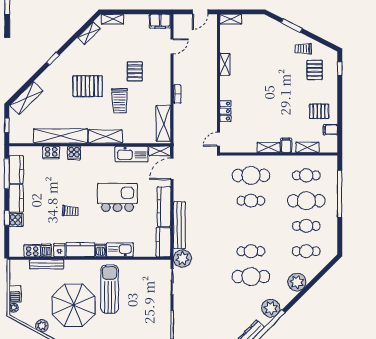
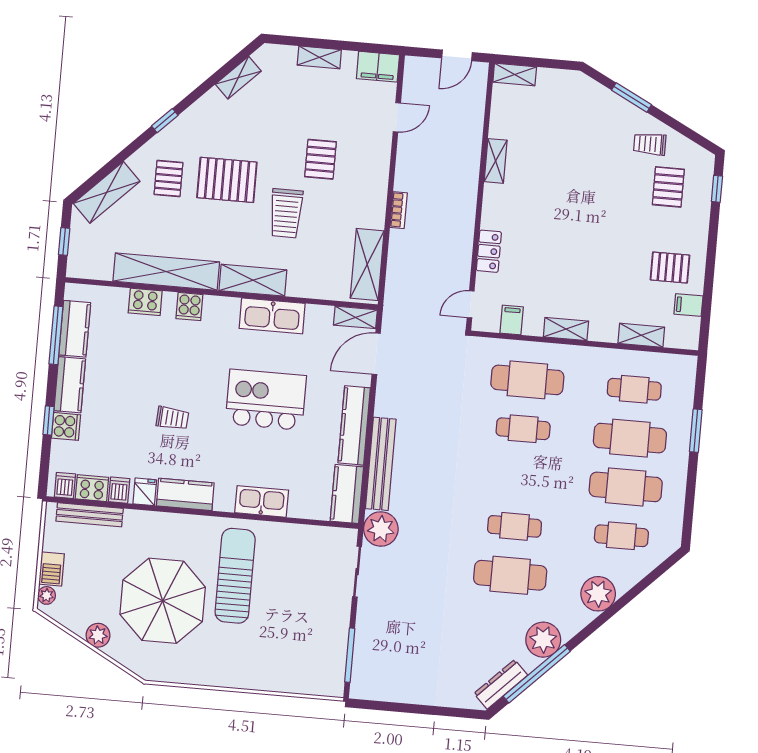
shelving: (113, 19) -> (319, 57), moved
pallet: (58, 88) -> (168, 178), added
filing cabinet: (286, 145) -> (512, 320), moved
kitchen sink: (132, 154) -> (272, 316), moved
window: (340, 194) -> (696, 431), width x0.47
cafe table: (306, 226) -> (626, 487), width x1.37, depth x1.35
dishwasher: (101, 250) -> (65, 485), moved
bench: (46, 264) -> (90, 515), moved

